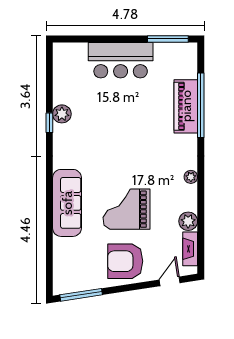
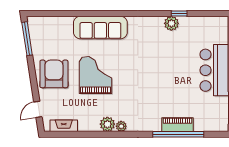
piano: (186, 106) -> (177, 125), width x0.73, depth x0.75
window: (49, 123) -> (179, 13), moved
plant: (188, 221) -> (107, 124), moved
door: (170, 281) -> (38, 109), swing flipped

